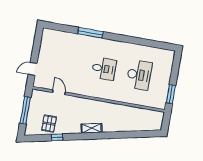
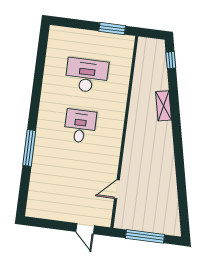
pallet: (49, 124) -> (162, 202), removed
shelving: (92, 128) -> (164, 106), moved
window: (57, 137) -> (171, 60), moved

